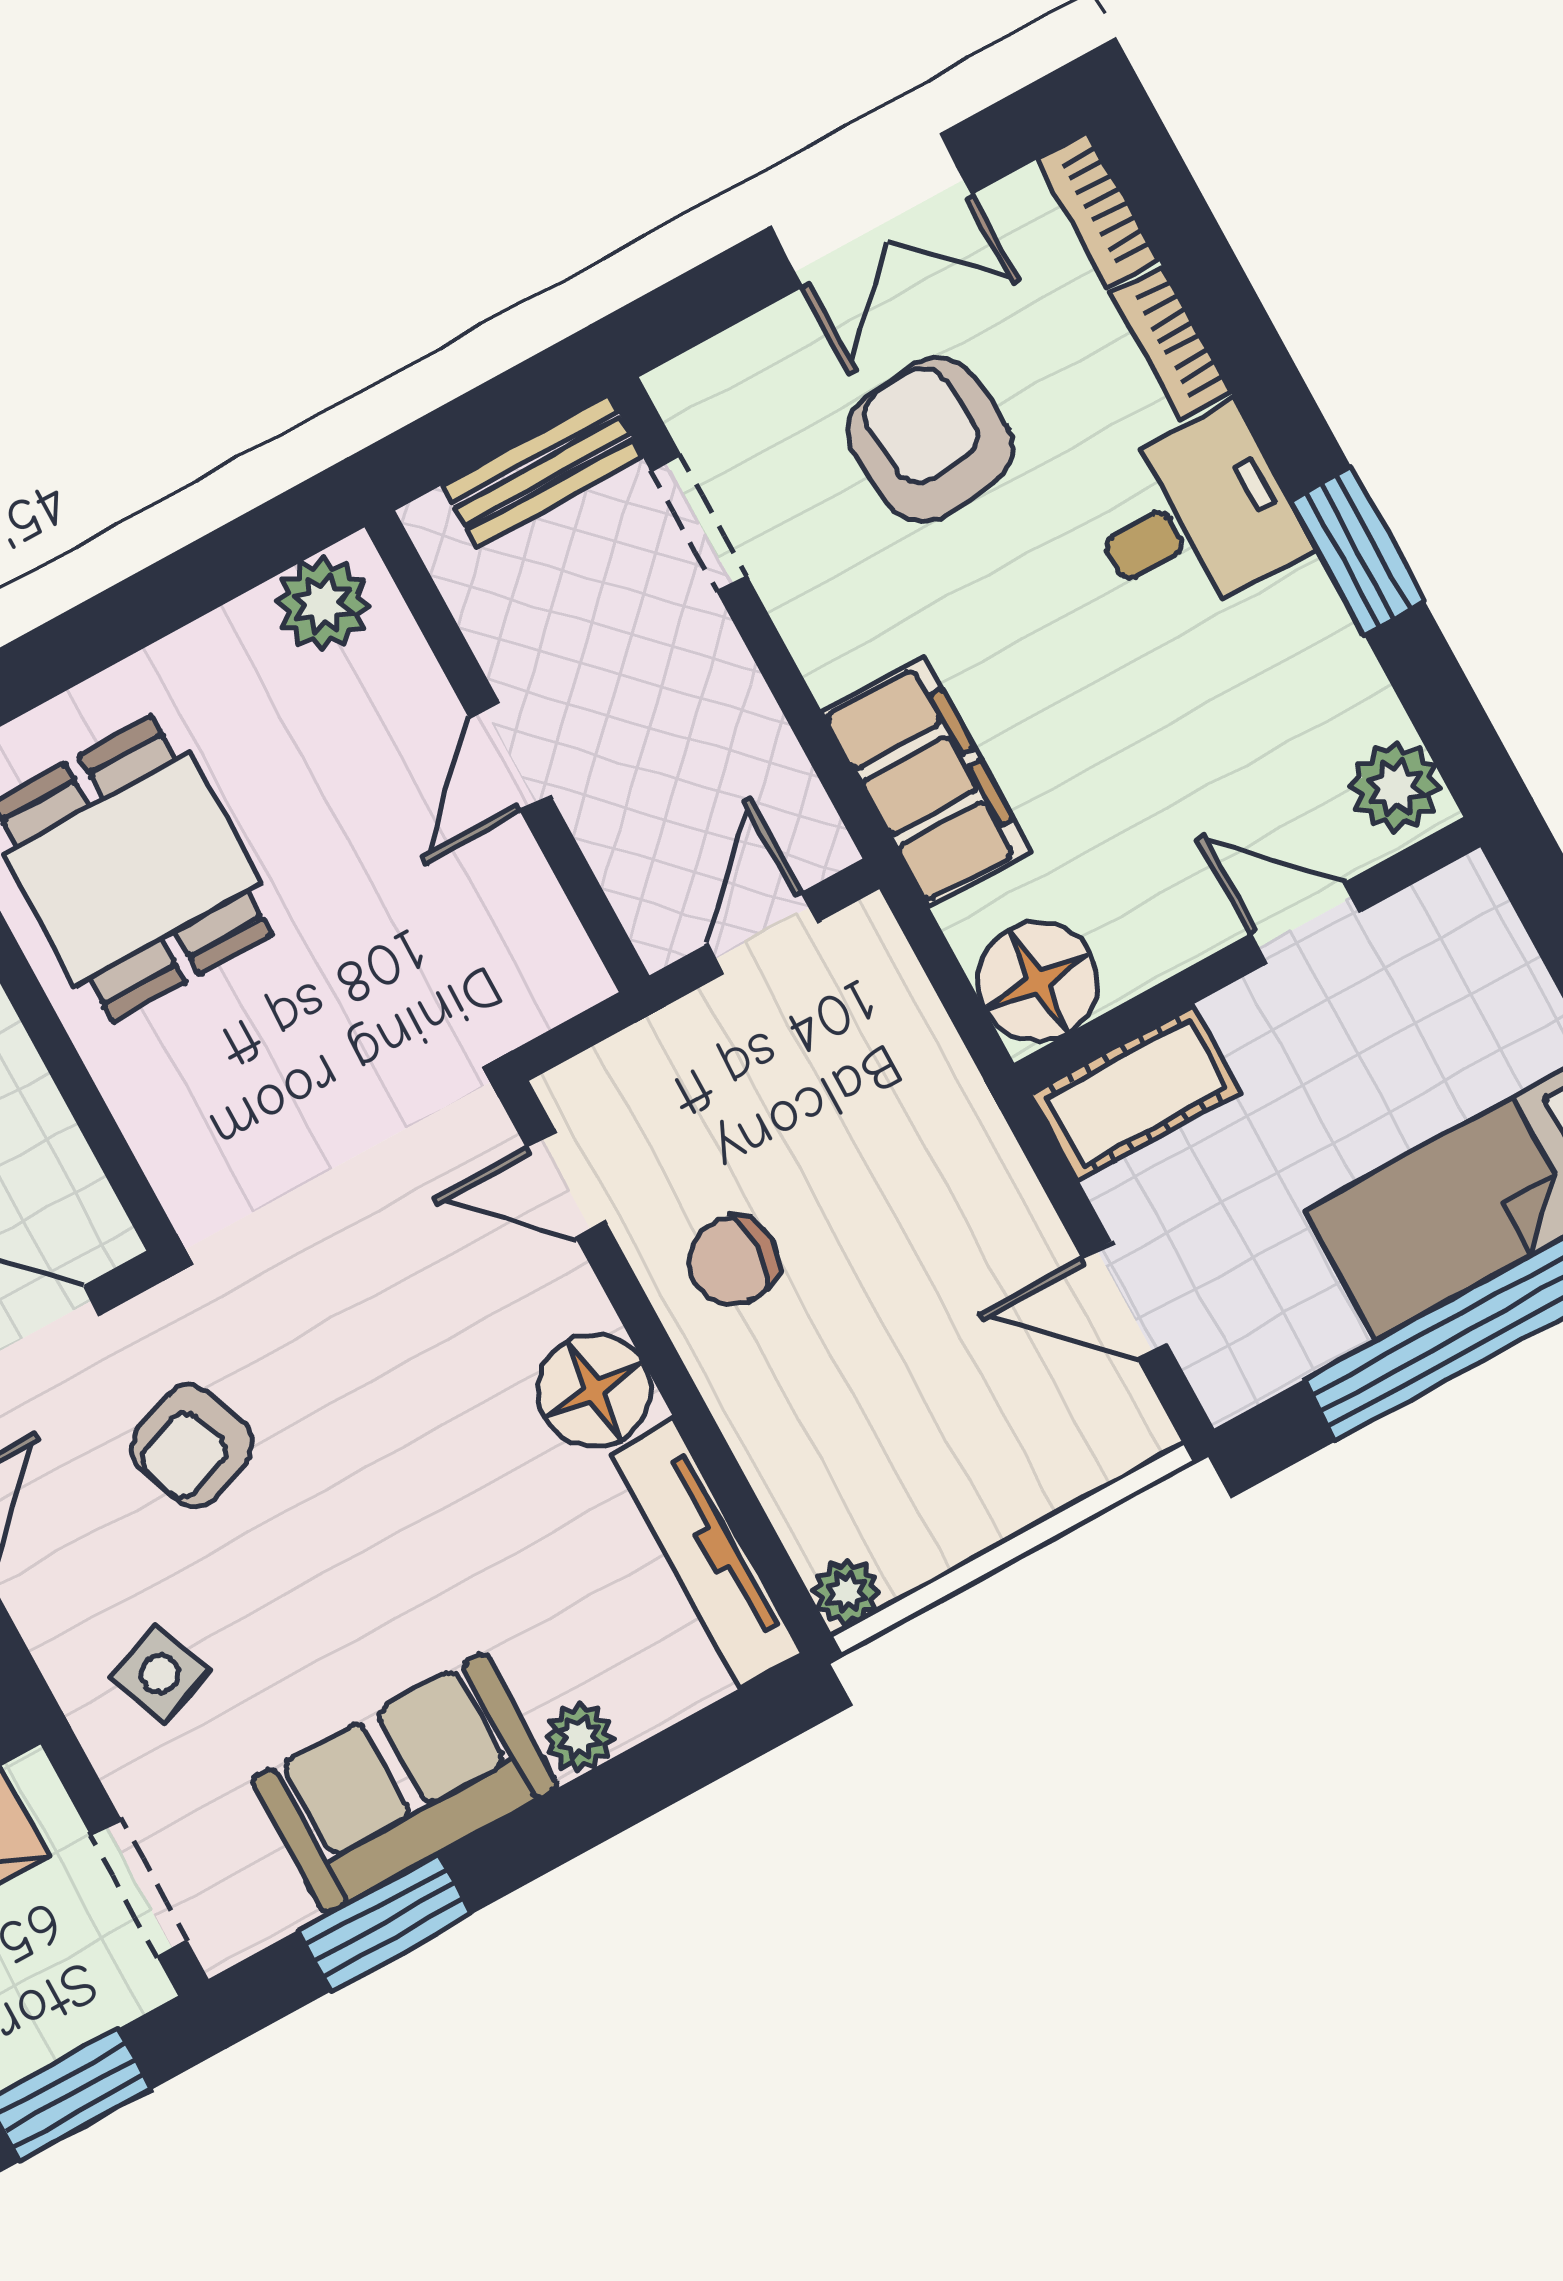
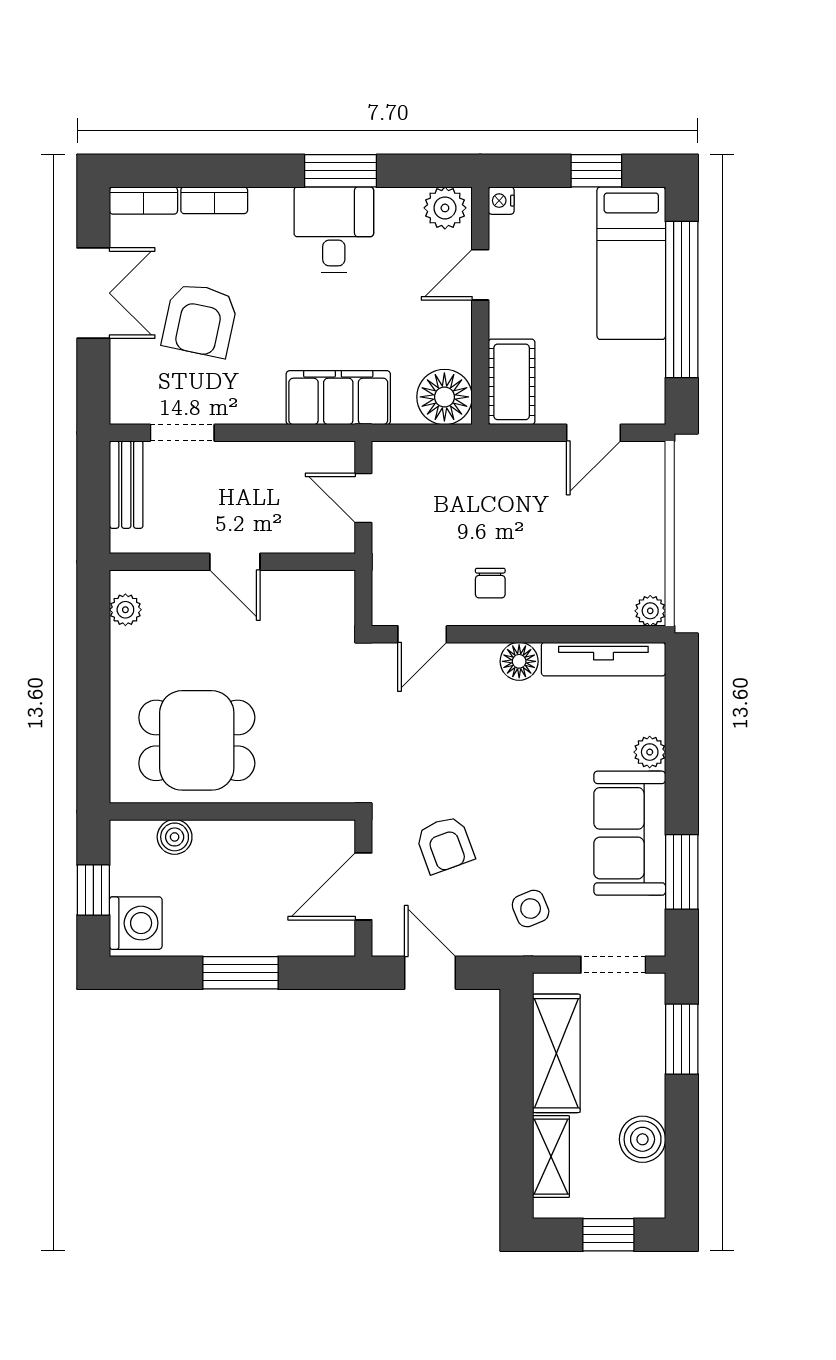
armchair: (930, 440) -> (200, 320), turned -73
desk: (1194, 518) -> (334, 230), moved
plant: (323, 604) -> (125, 610), width x0.73, depth x0.73
nightstand: (1468, 886) -> (501, 201), added
chair: (733, 1261) -> (490, 583), width x0.73, depth x0.73
floor lamp: (594, 1390) -> (519, 661), width x0.73, depth x0.73

